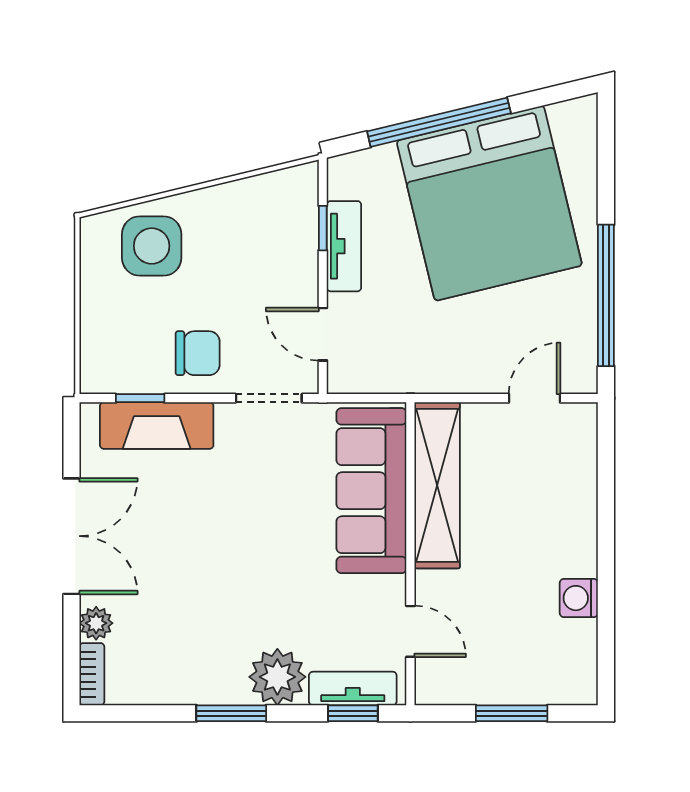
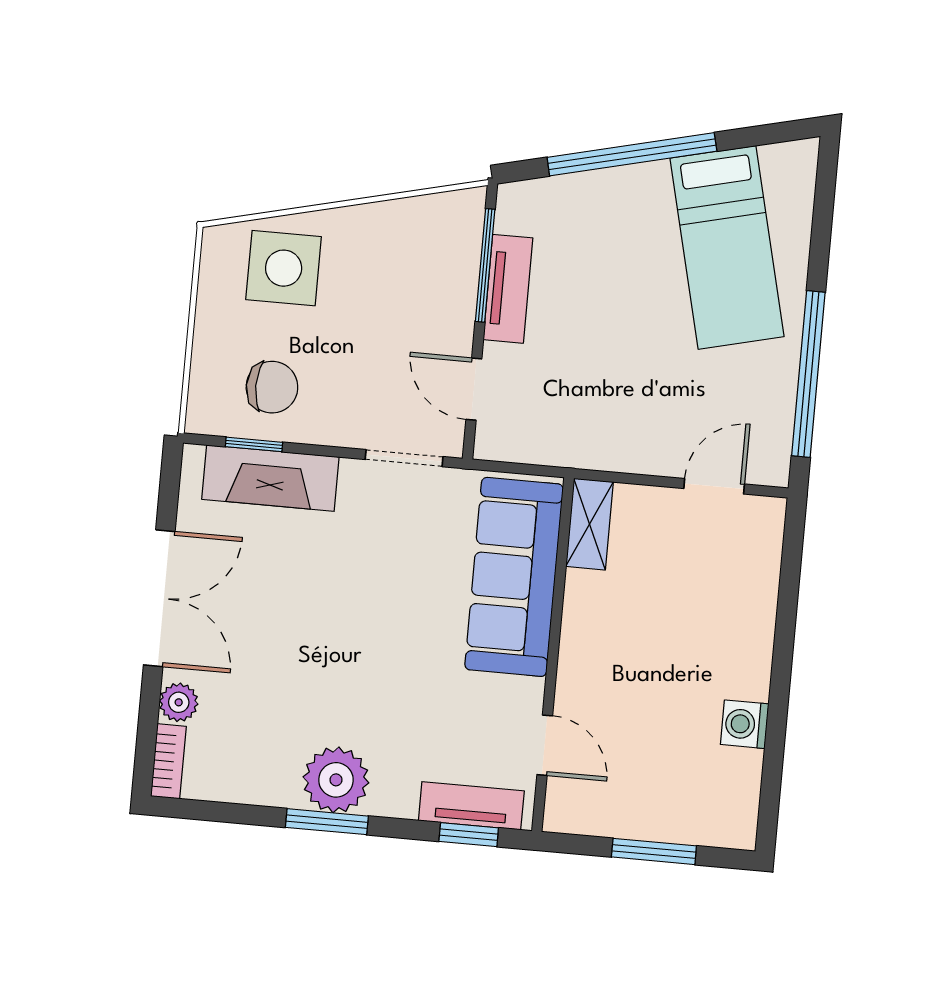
bed: (489, 203) -> (727, 247), width x0.49
window: (323, 228) -> (485, 265), width x2.17
chair: (198, 353) -> (272, 387), moved
shelving: (437, 485) -> (590, 524), width x0.45, depth x0.75
plant: (277, 677) -> (336, 780), moved

